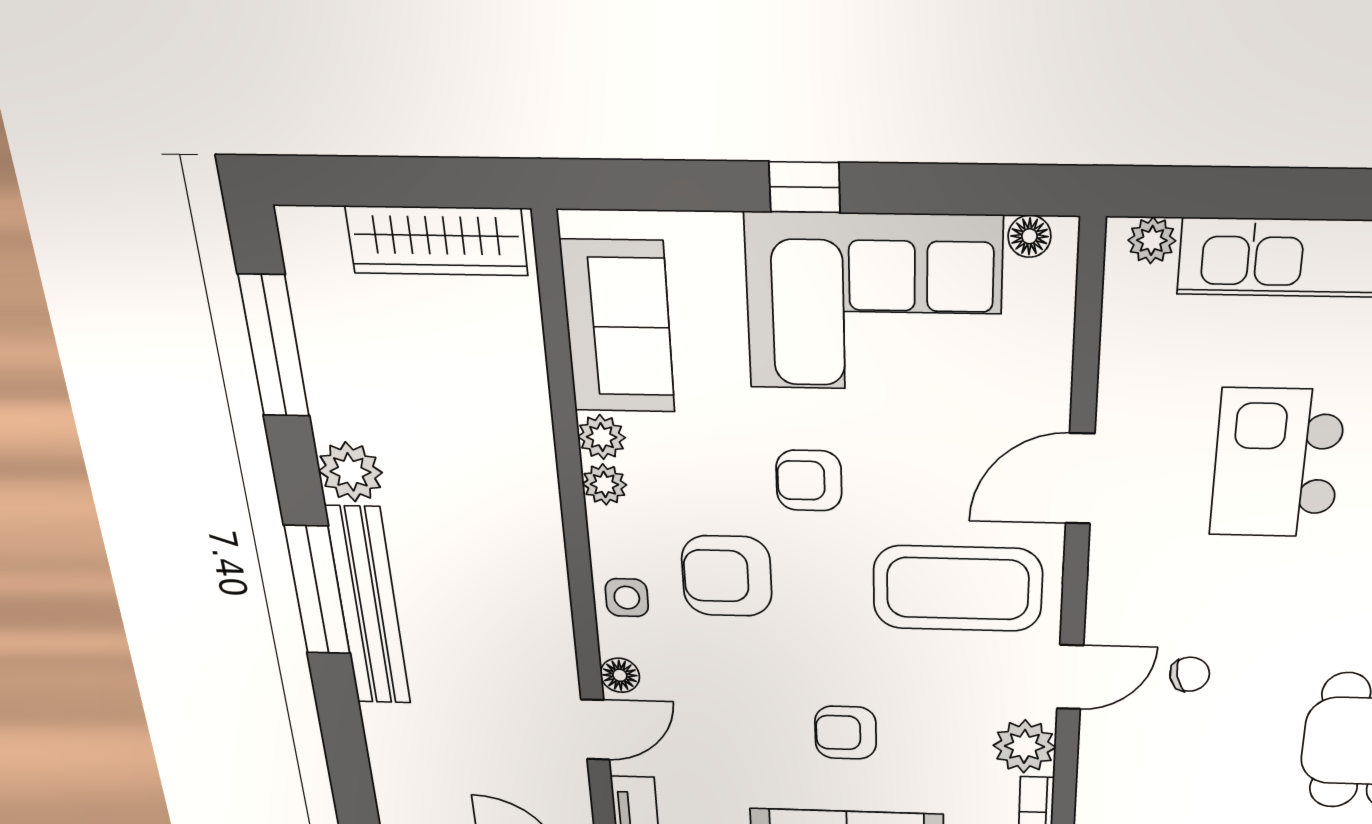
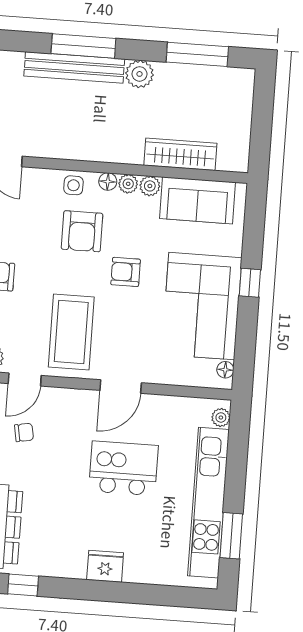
wardrobe: (437, 241) -> (180, 154), moved, turned 90
door: (1080, 479) -> (121, 387), swing flipped
armchair: (809, 481) -> (126, 272), turned -90
armchair: (727, 576) -> (82, 231), turned 180
chair: (1190, 674) -> (24, 432), turned -87
floor lamp: (620, 675) -> (108, 182), moved
door: (1070, 677) -> (25, 380), hinge flipped

